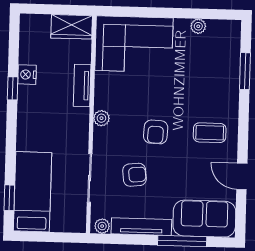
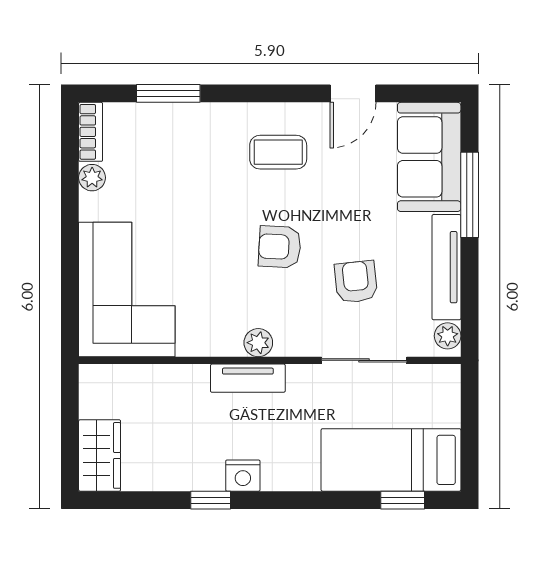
bookcase: (224, 26) -> (91, 132), added
wardrobe: (72, 27) -> (100, 455), moved
nightstand: (27, 75) -> (243, 476), moved
tv unit: (82, 85) -> (248, 378), moved
armchair: (156, 132) -> (280, 247), turned 180
coffee table: (210, 133) -> (278, 152), turned 90

